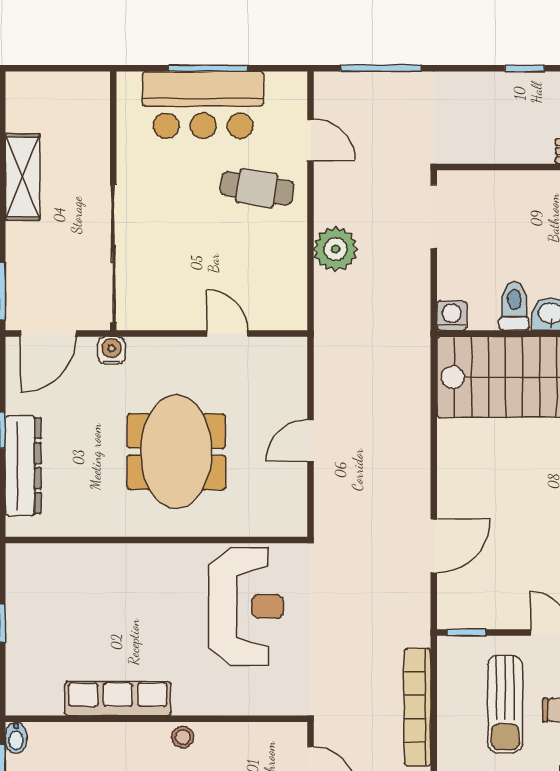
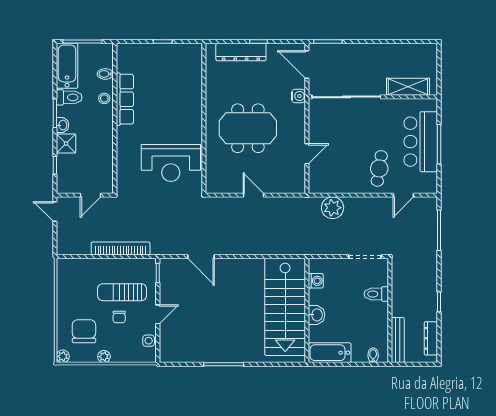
shelving: (22, 177) -> (408, 87), moved
plant: (336, 249) -> (333, 208), moved
toilet: (514, 306) -> (376, 294), moved, turned 180
washing machine: (452, 316) -> (316, 281), moved
stool: (183, 737) -> (104, 98), moved
bidet: (16, 738) -> (105, 74), moved

